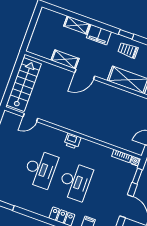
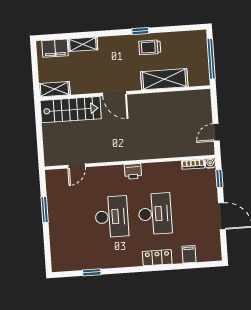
filing cabinet: (99, 35) -> (55, 48), moved
shelving: (65, 59) -> (54, 89), moved
door: (85, 74) -> (115, 94), hinge flipped
stairs: (24, 85) -> (71, 110), moved, turned 90

